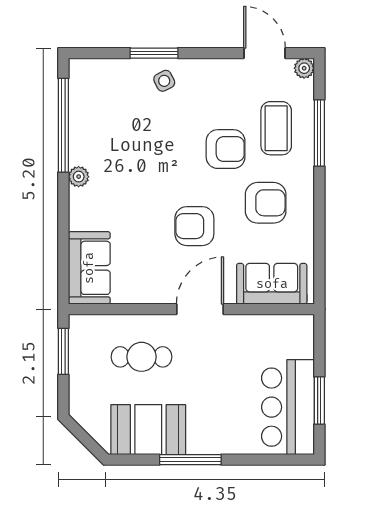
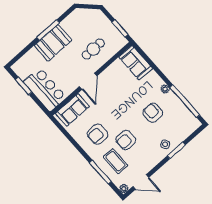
armchair: (194, 226) -> (153, 113), moved, turned -90
bar counter: (288, 407) -> (45, 89), moved
booth: (148, 430) -> (53, 43), moved

